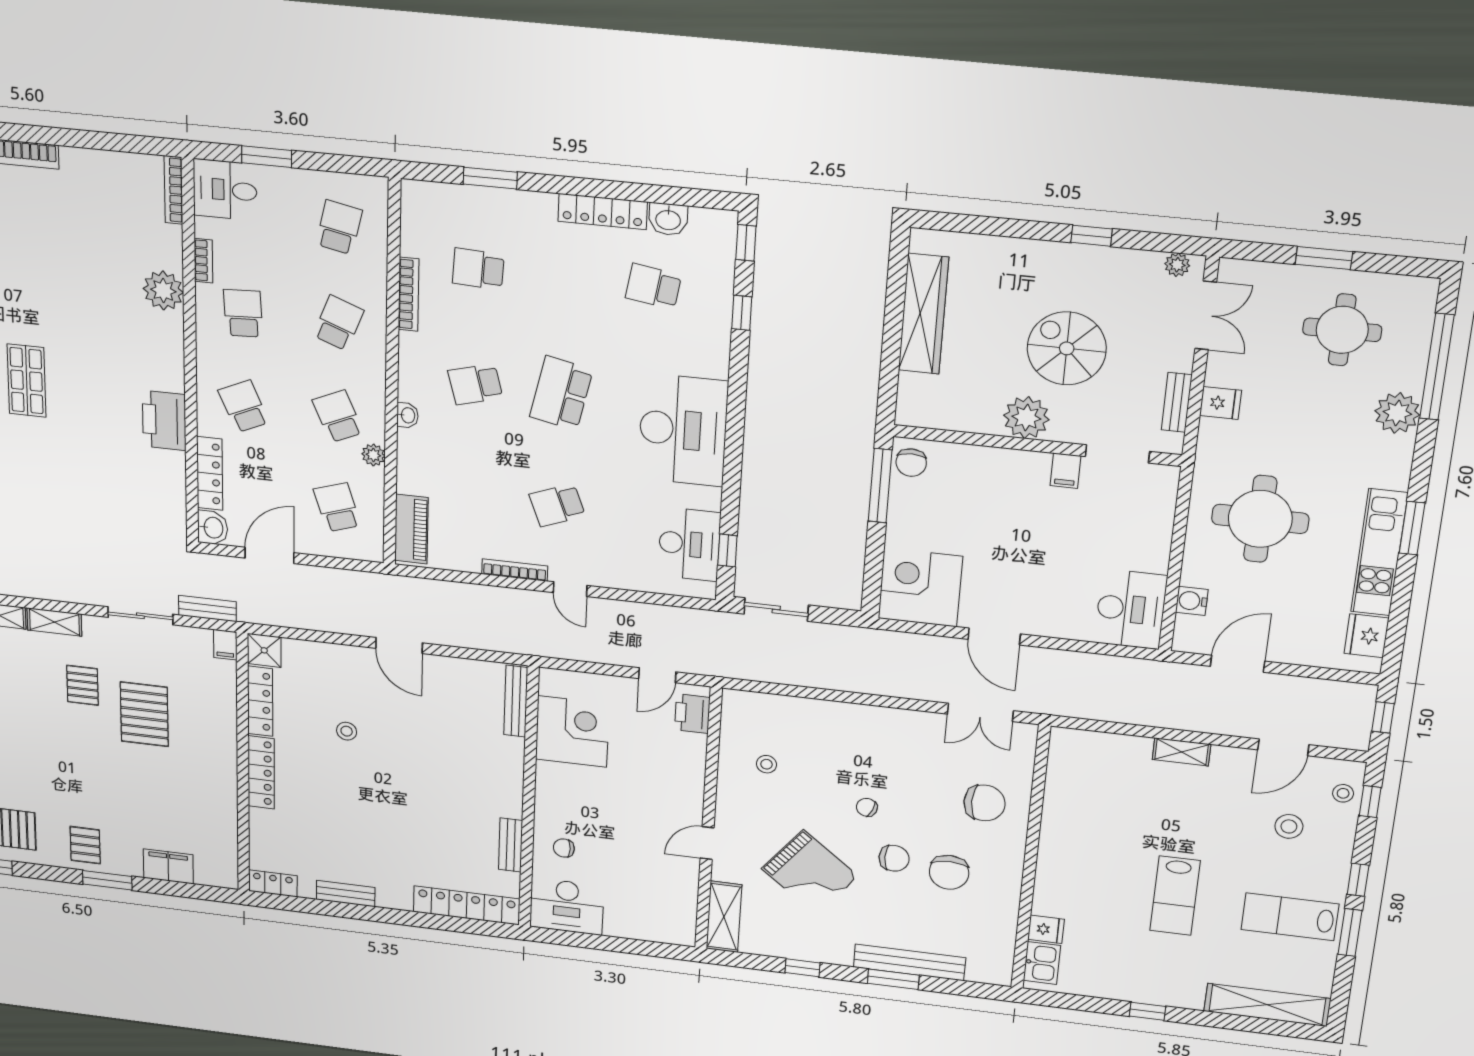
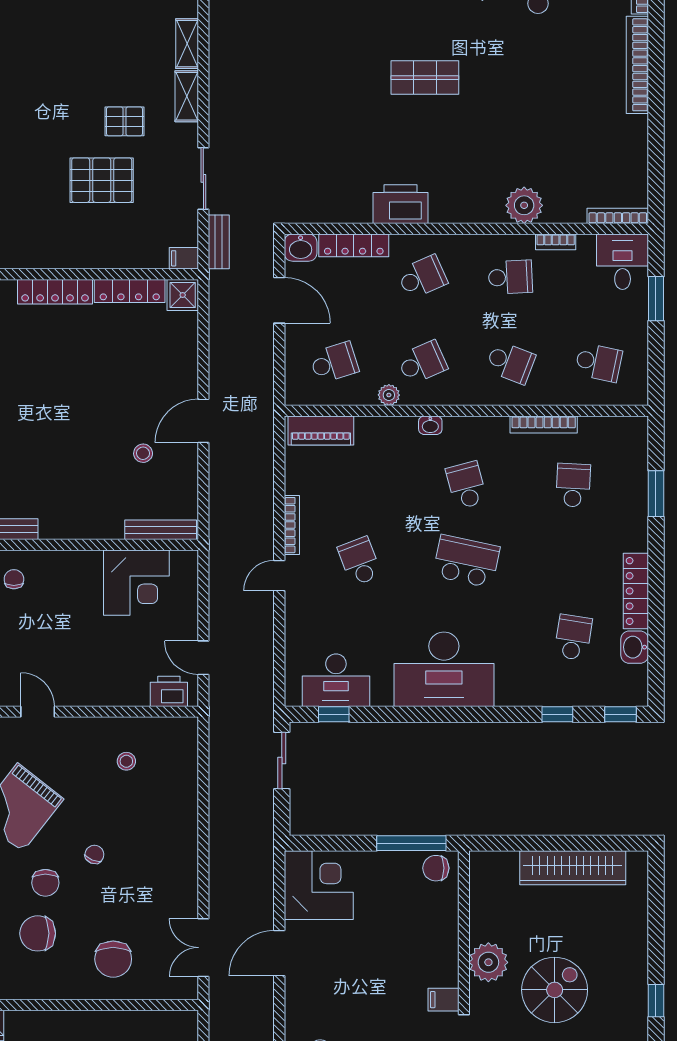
stool: (347, 731) -> (143, 453), moved

